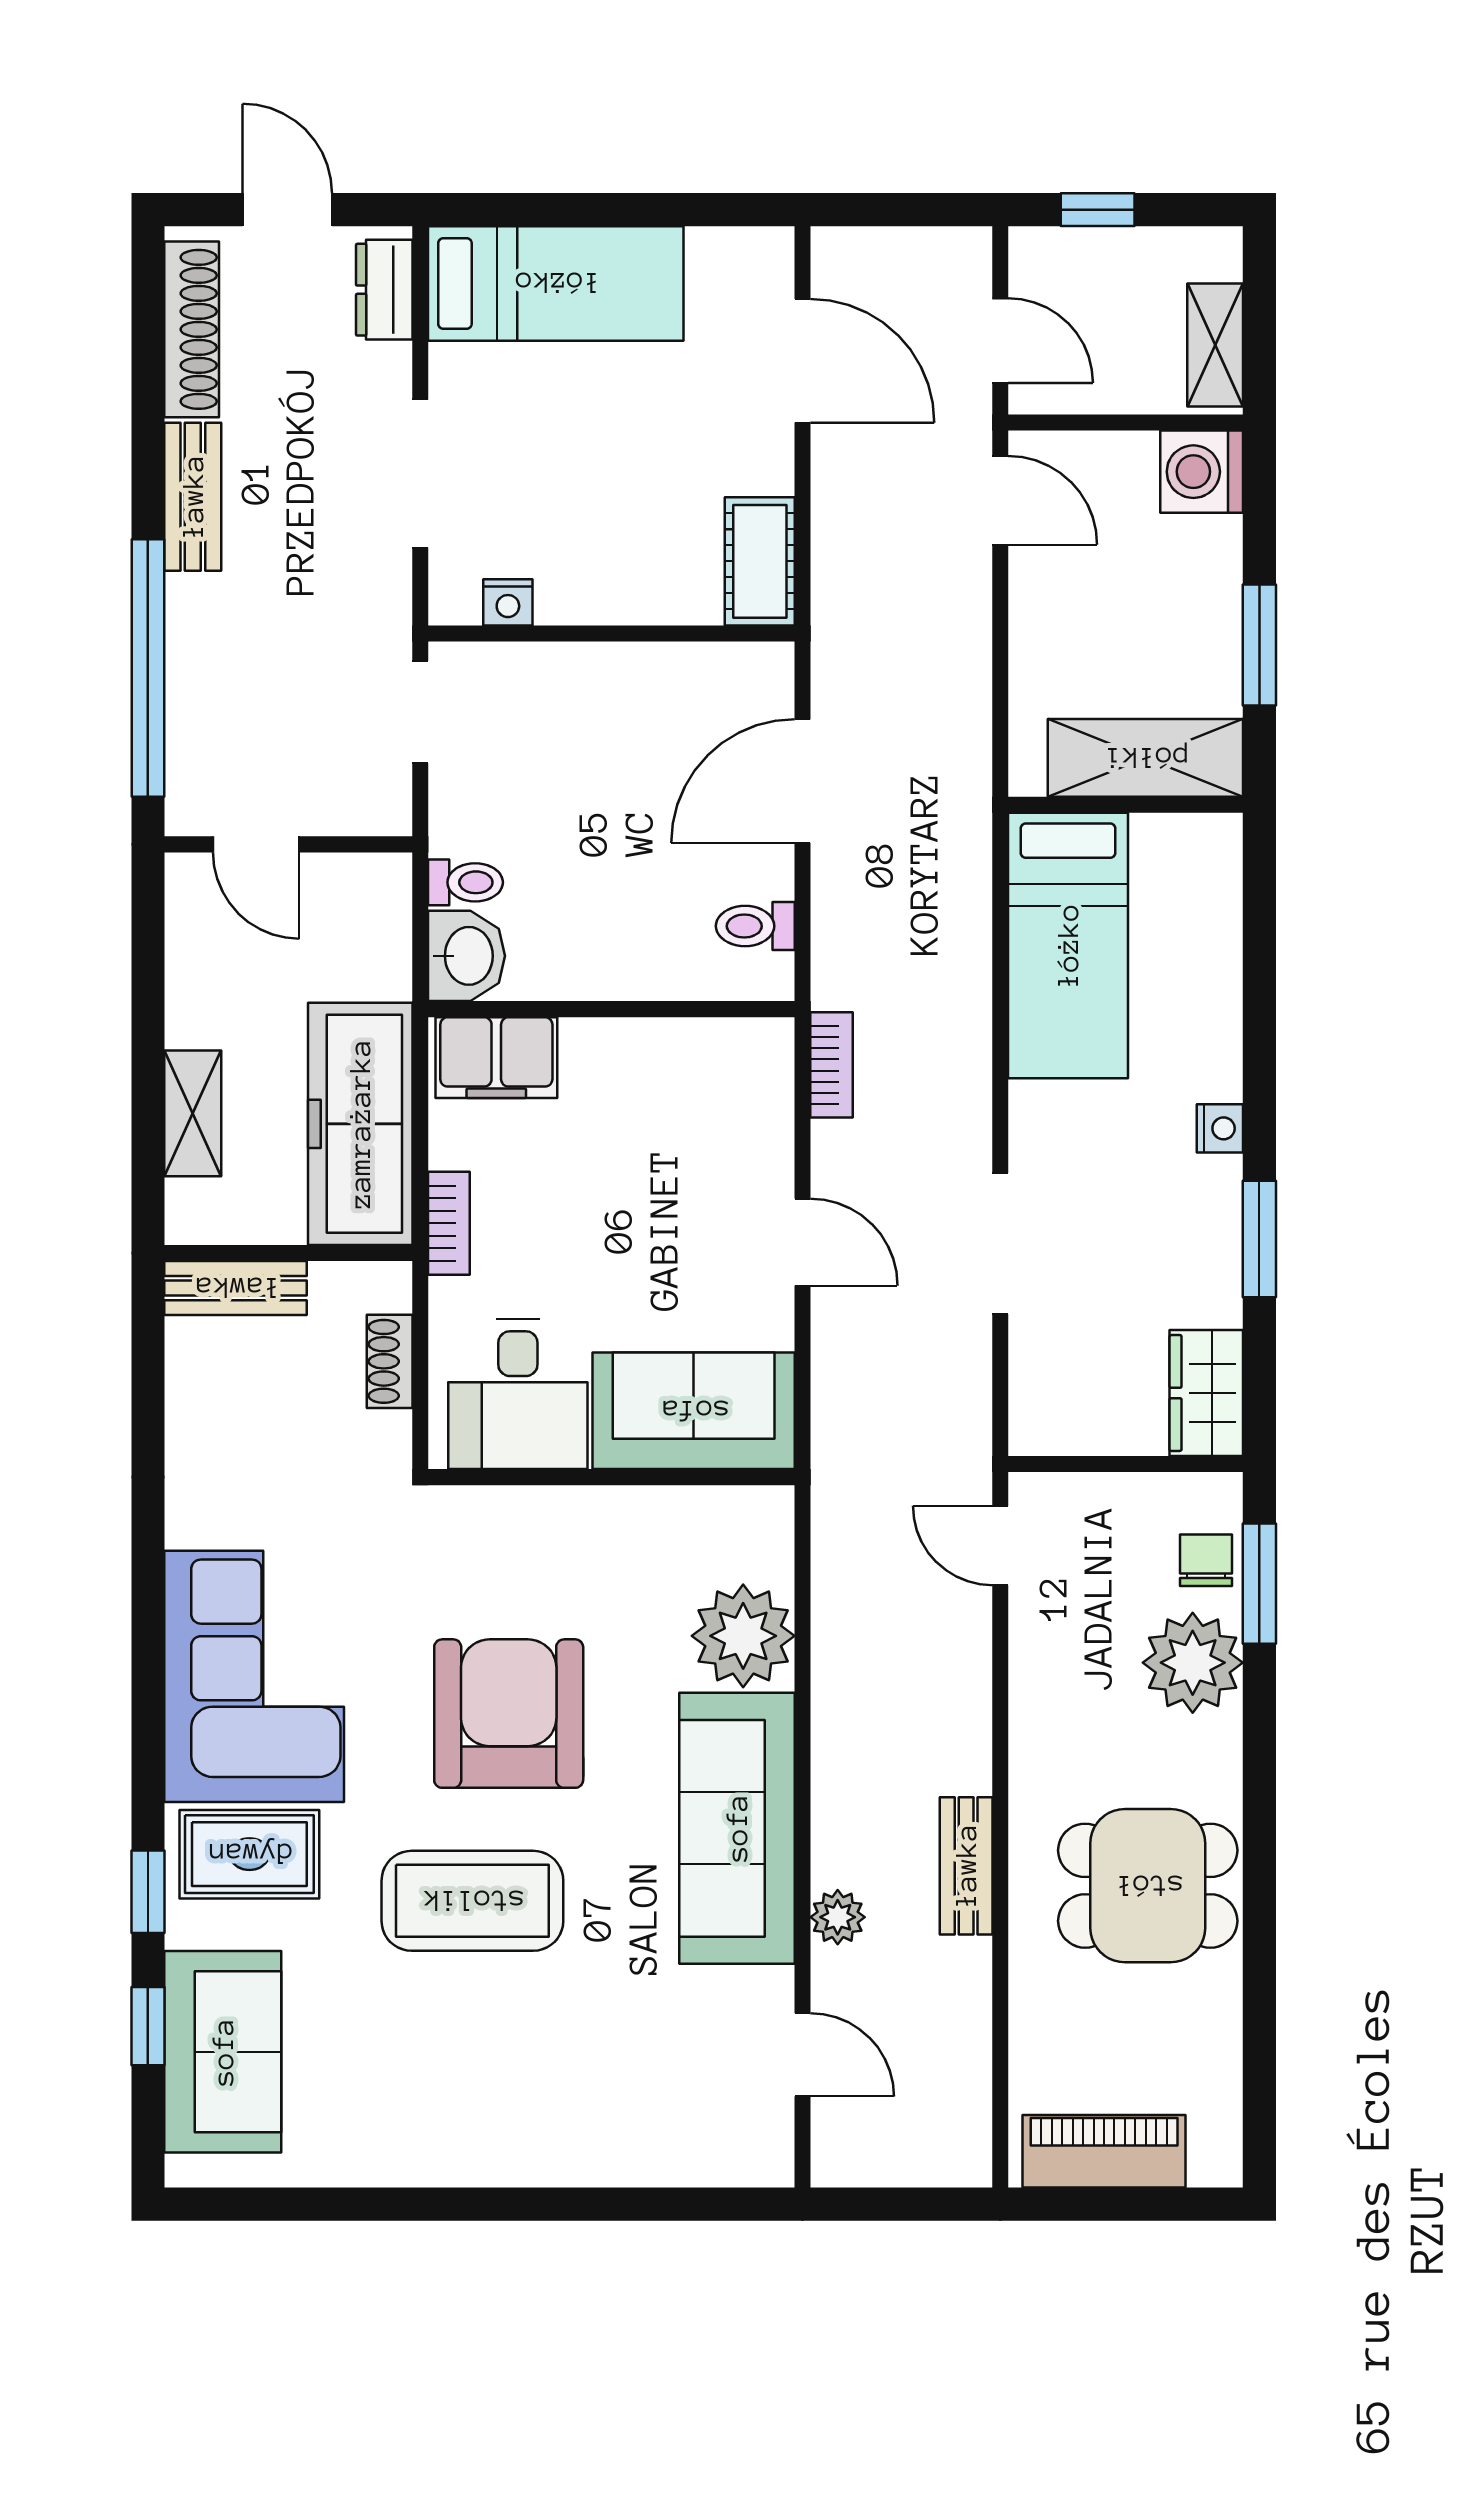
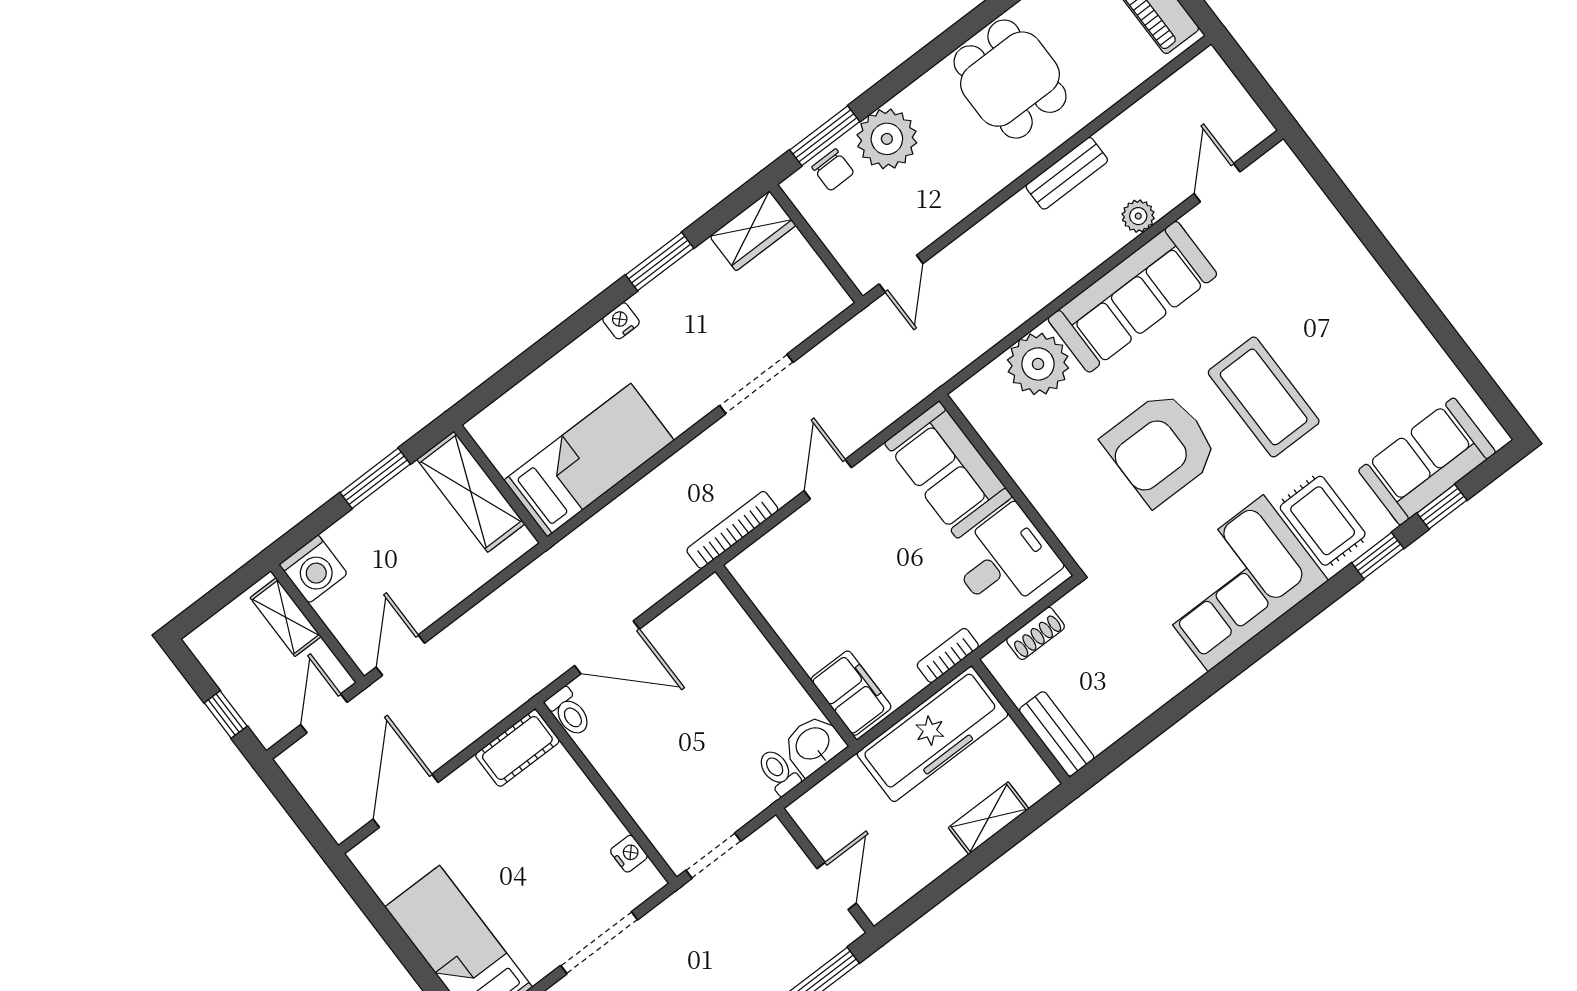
shelving: (1215, 345) -> (286, 617), moved, turned 90
toilet: (755, 926) -> (569, 712), moved
bookcase: (832, 1065) -> (732, 530), width x1.56
chair: (1206, 1560) -> (833, 170), turned -90

